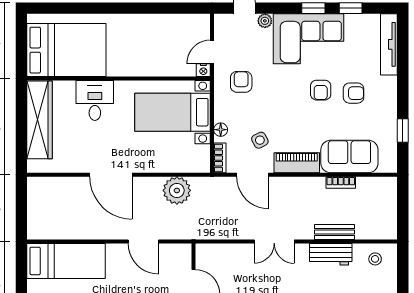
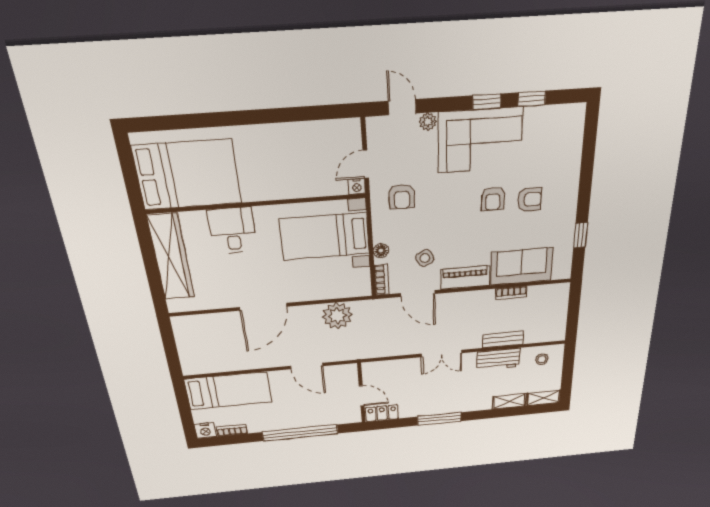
tv unit: (389, 44) -> (574, 140), removed
armchair: (241, 82) -> (402, 197), turned 180
door: (111, 175) -> (263, 307), hinge flipped

